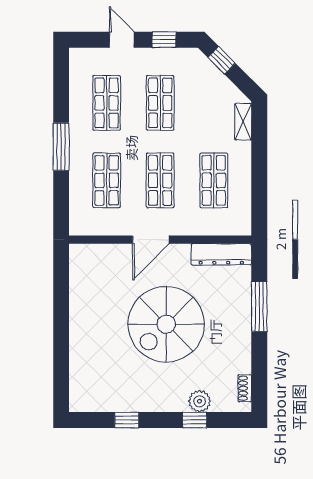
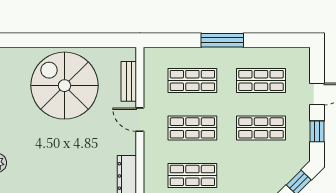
door: (151, 240) -> (140, 120), width x0.73
bench: (108, 252) -> (129, 81), added
spiral stairs: (166, 324) -> (64, 86), moved

